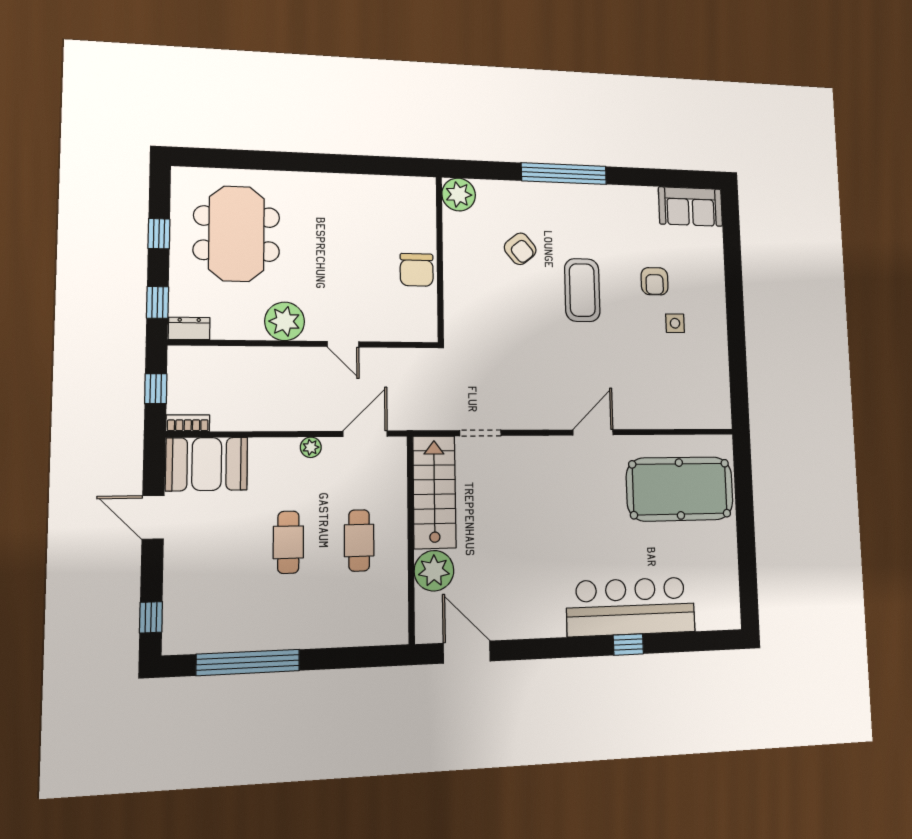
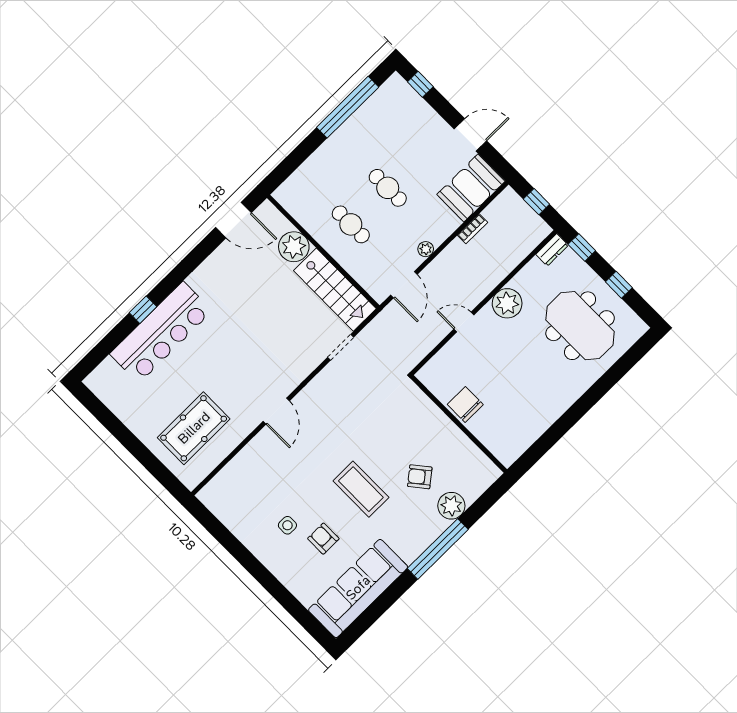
plant: (459, 195) -> (451, 506), moved
sofa: (690, 207) -> (358, 588), width x1.85, depth x1.27
bookcase: (188, 423) -> (472, 229), moved
pool table: (680, 489) -> (194, 428), width x0.73, depth x0.76

